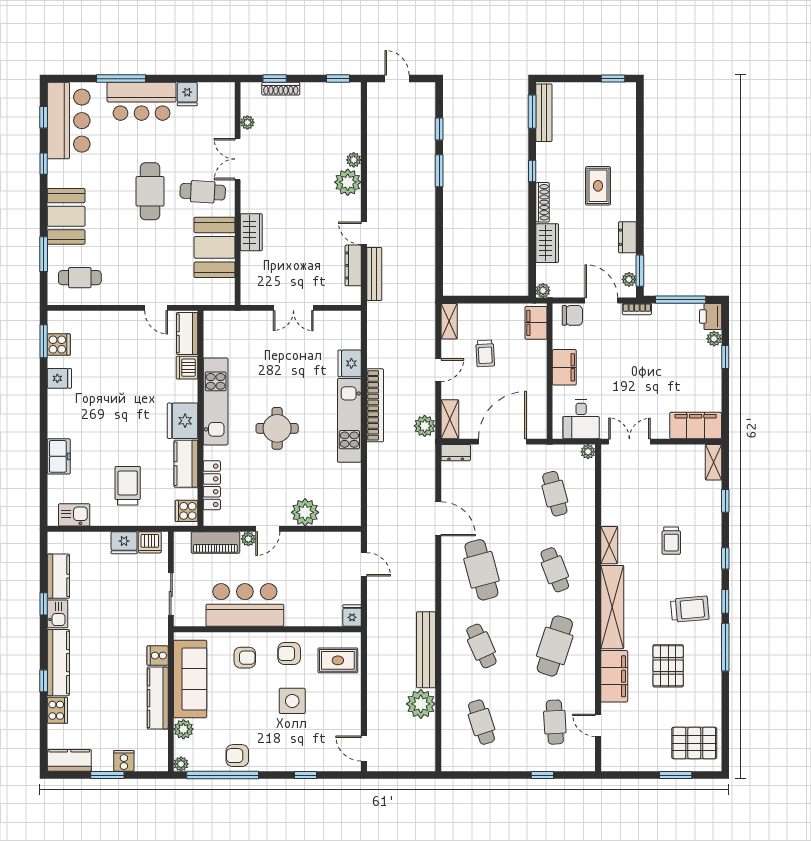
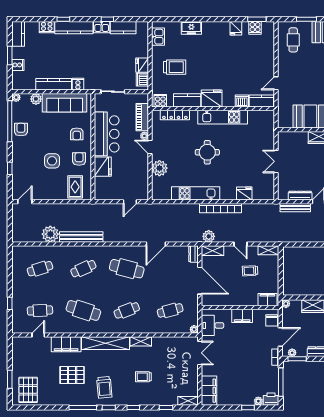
kitchen unit: (349, 420) -> (196, 193), moved
cafe table: (481, 570) -> (127, 269), turned 30
fridge: (352, 616) -> (103, 167), moved, width x1.88, depth x1.34

